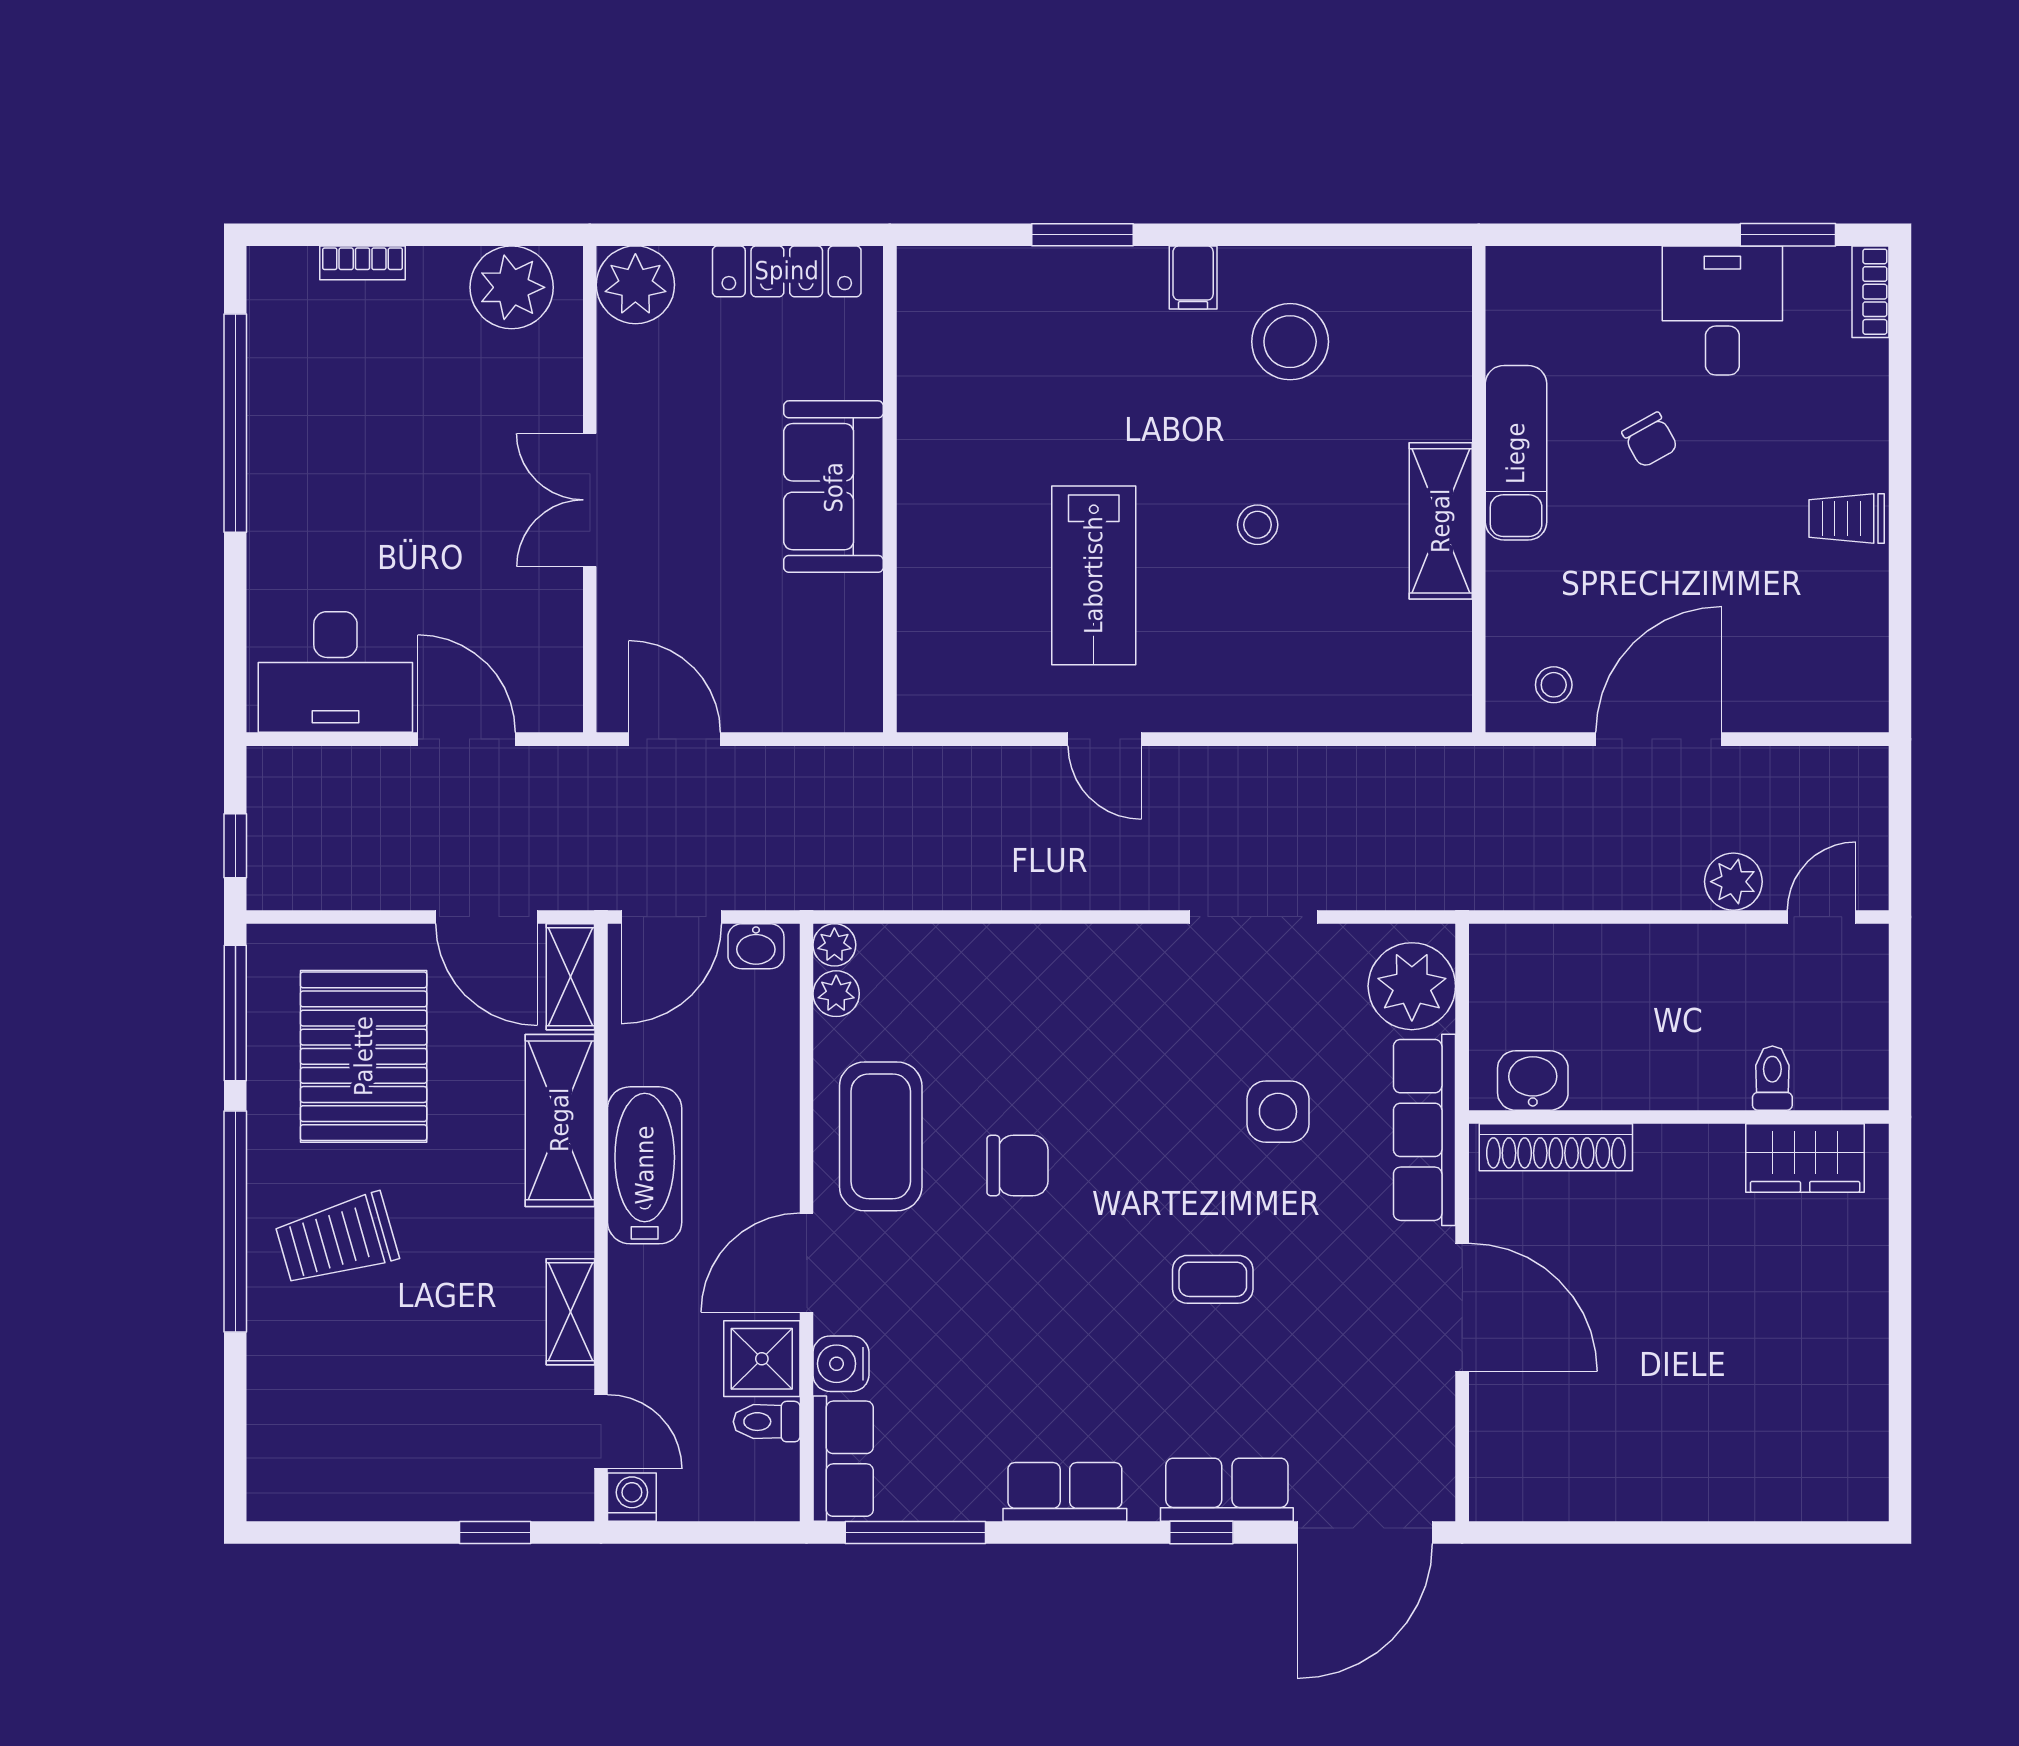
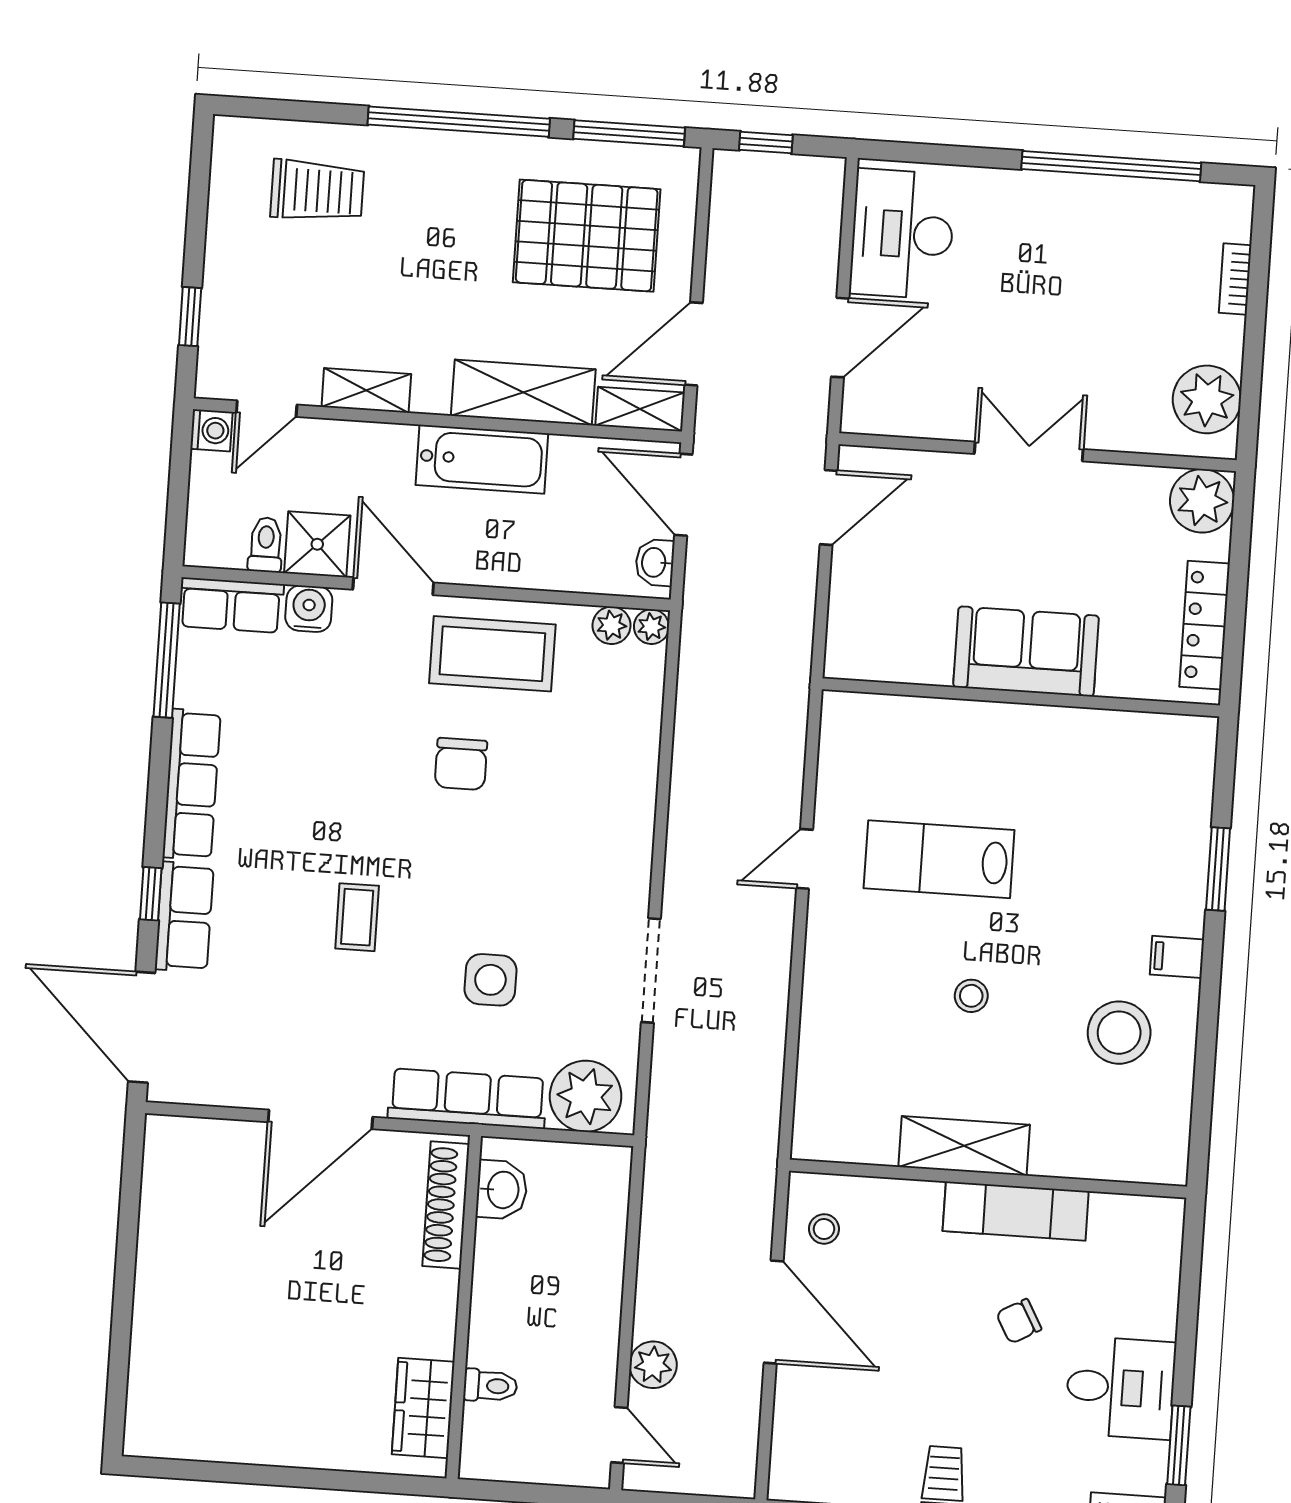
trolley: (337, 1240) -> (317, 191), moved, turned 106
row of seats: (1065, 1492) -> (192, 785), width x1.48

